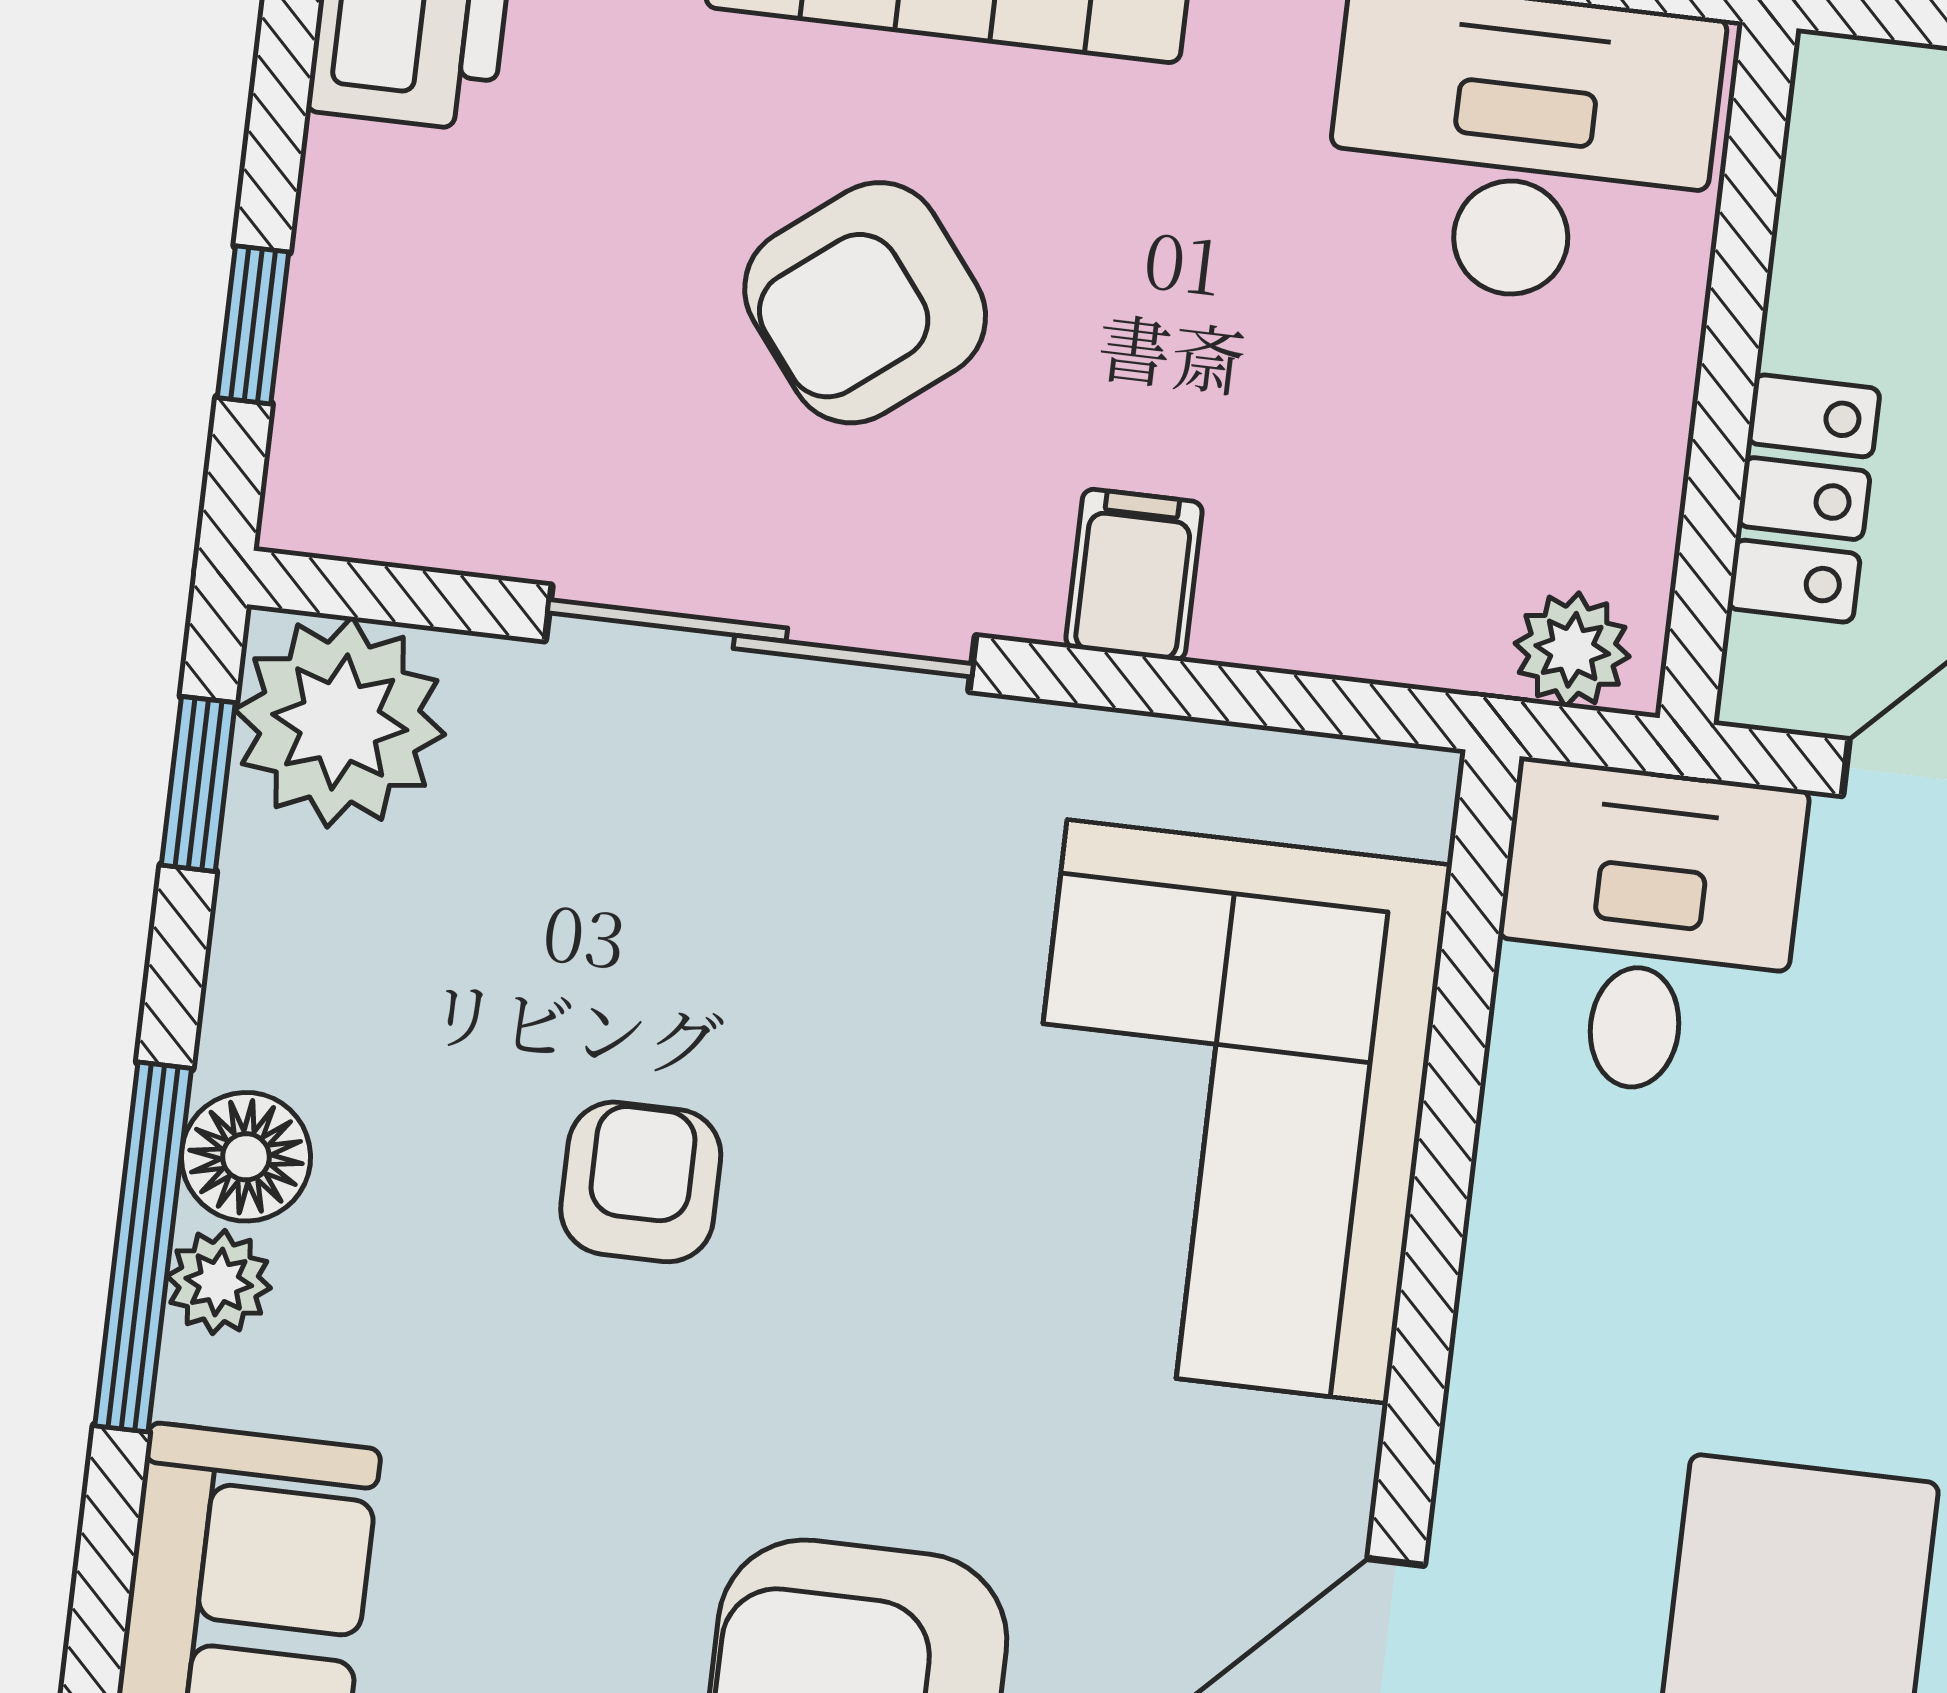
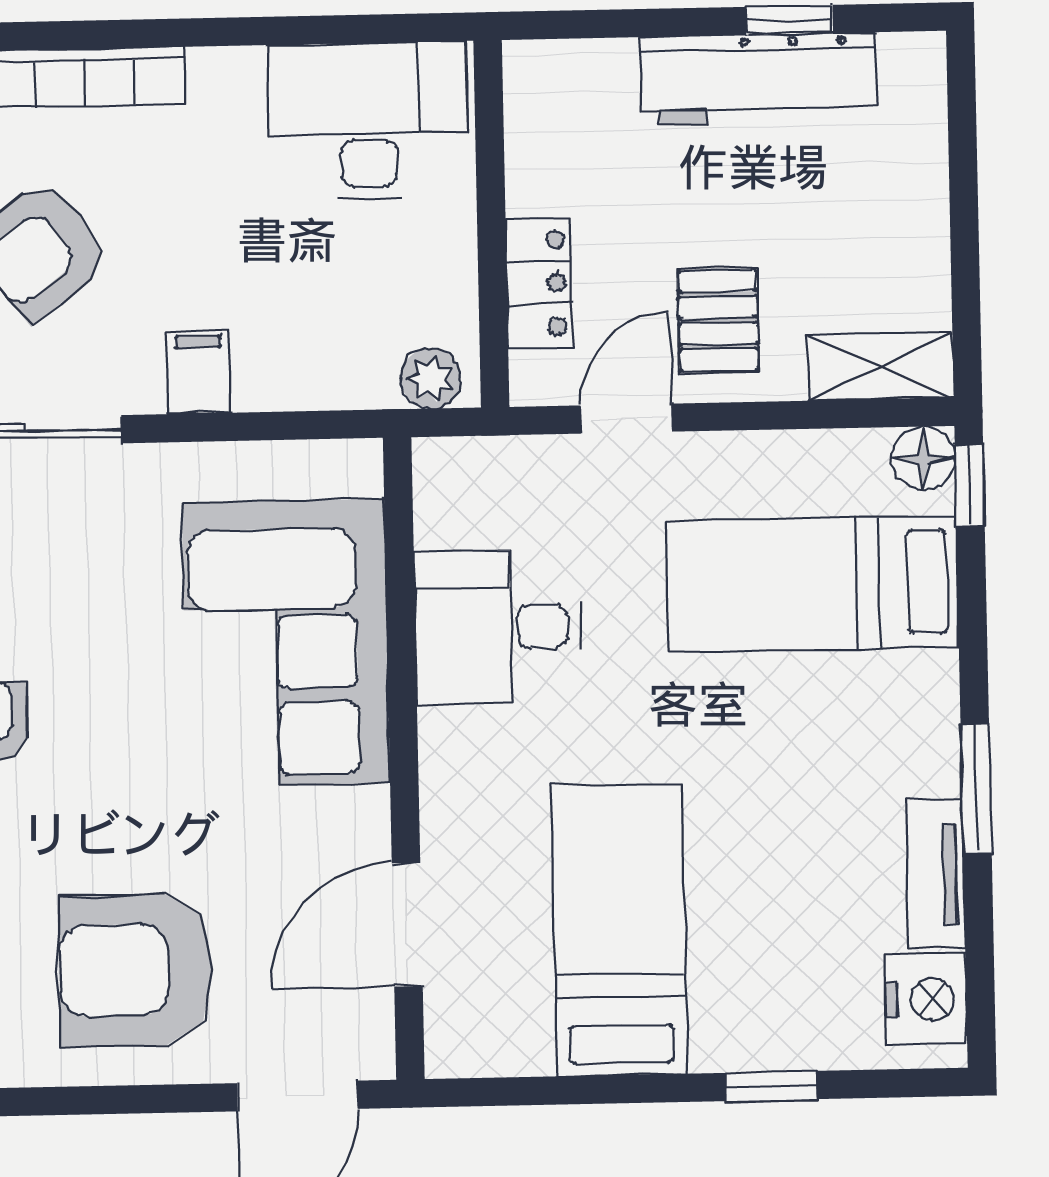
desk: (1646, 930) -> (498, 627), moved, turned -90

